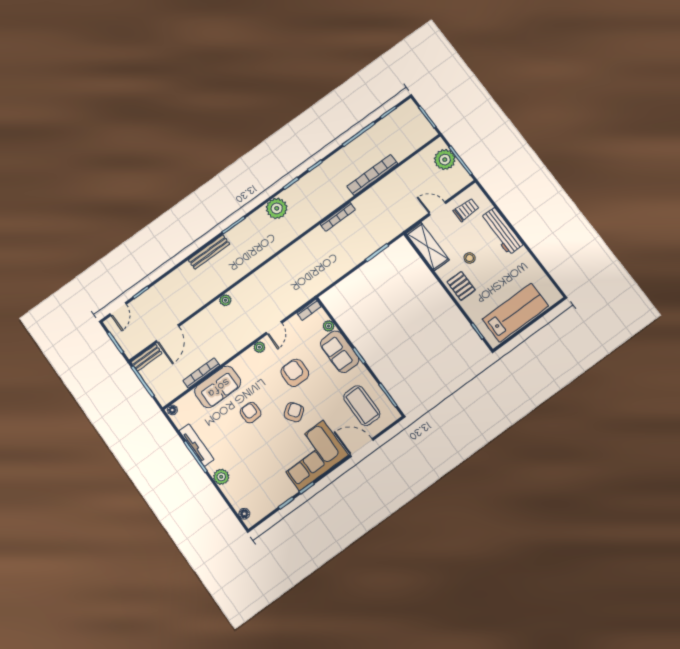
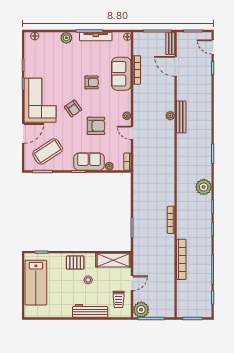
plant: (445, 160) -> (141, 310), moved
bench: (209, 252) -> (181, 117), moved
coffee table: (362, 406) -> (48, 151), turned -33

